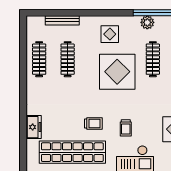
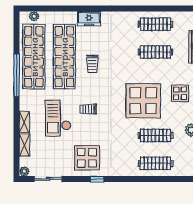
trolley: (93, 124) -> (92, 64), moved

